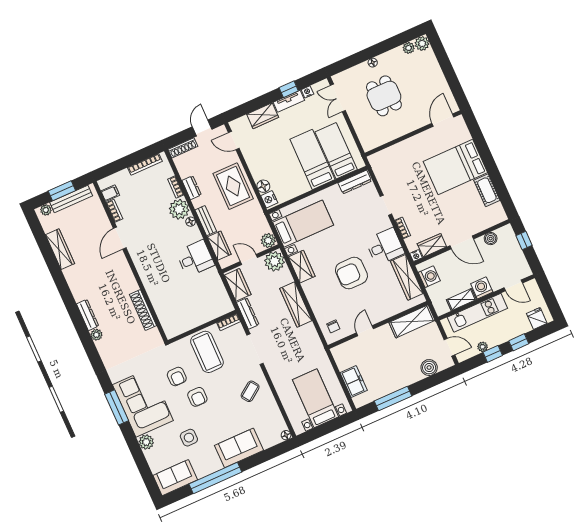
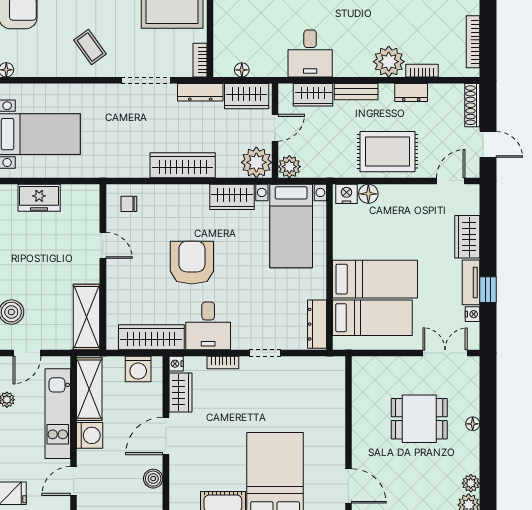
floor lamp: (191, 222) -> (242, 70), moved
shelving: (461, 300) -> (89, 389), width x1.50, depth x1.33

